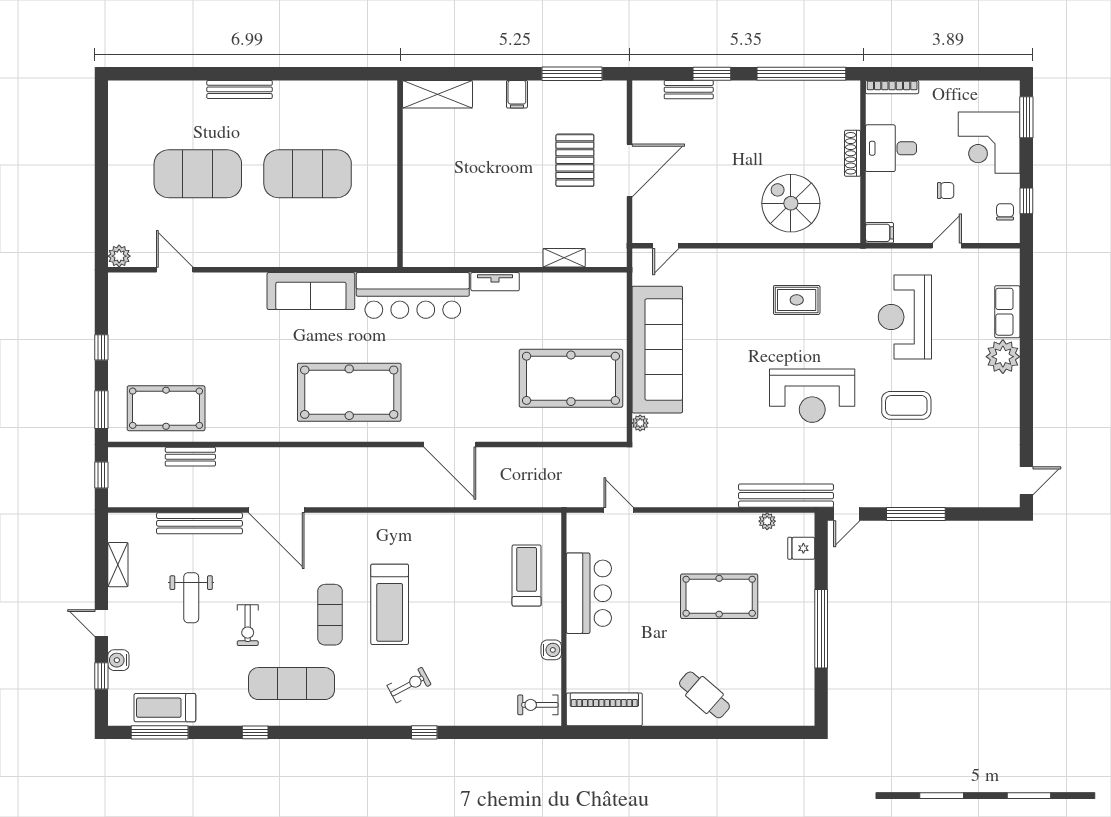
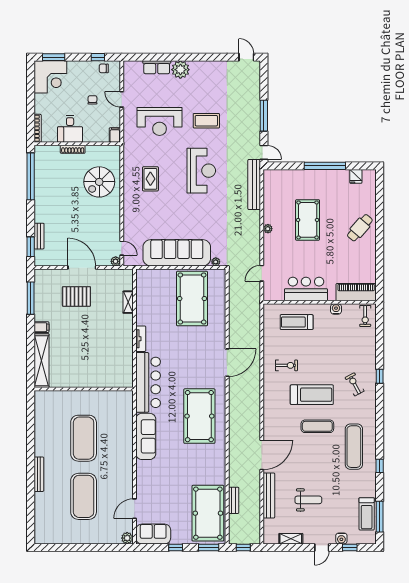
window: (712, 74) -> (31, 247), moved
shelving: (438, 94) -> (41, 361), width x1.47
corner desk: (989, 143) -> (50, 77), moved
plant: (641, 234) -> (116, 261), added
sofa: (127, 305) -> (153, 534), added
coffee table: (906, 405) -> (206, 121), turned 90
pool table: (166, 408) -> (208, 513), width x1.36, depth x1.32
plant: (767, 521) -> (268, 229), moved
fridge: (801, 548) -> (356, 176), moved
exercise bike: (248, 625) -> (287, 365), moved
piano: (604, 709) -> (356, 292), moved, turned 90

